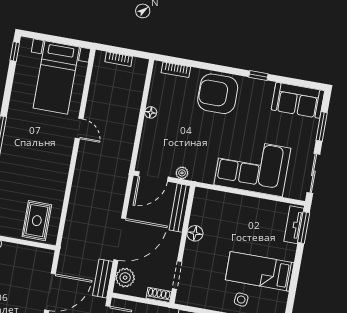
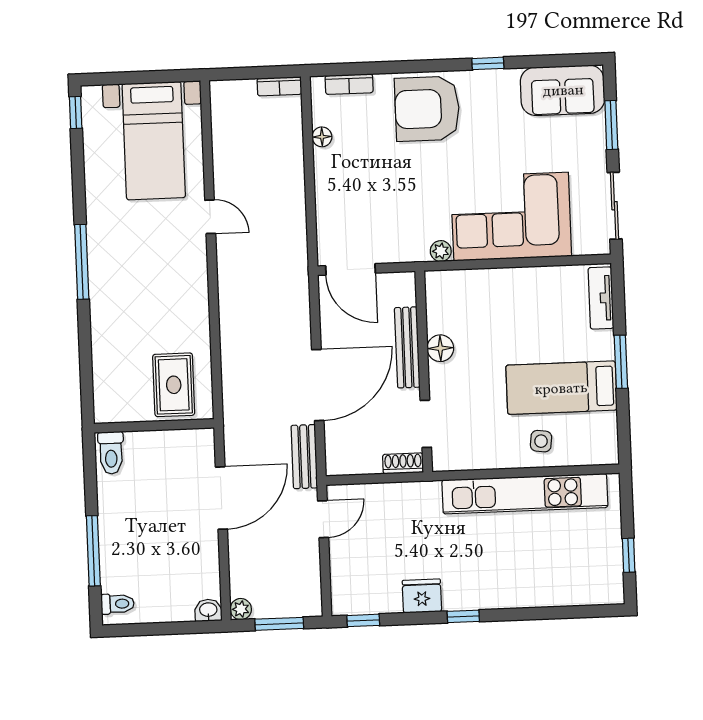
bookcase: (119, 59) -> (279, 86), moved
floor lamp: (151, 112) -> (322, 137), moved
plant: (182, 173) -> (441, 251), moved
door: (153, 177) -> (350, 269), hinge flipped
bench: (180, 208) -> (407, 347), moved
window: (304, 228) -> (621, 362), moved
plant: (125, 278) -> (341, 447), removed

